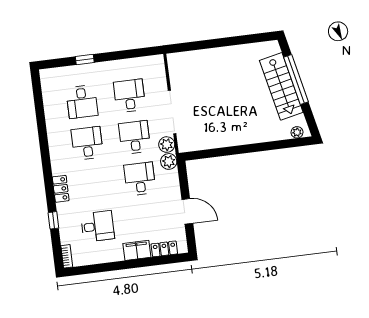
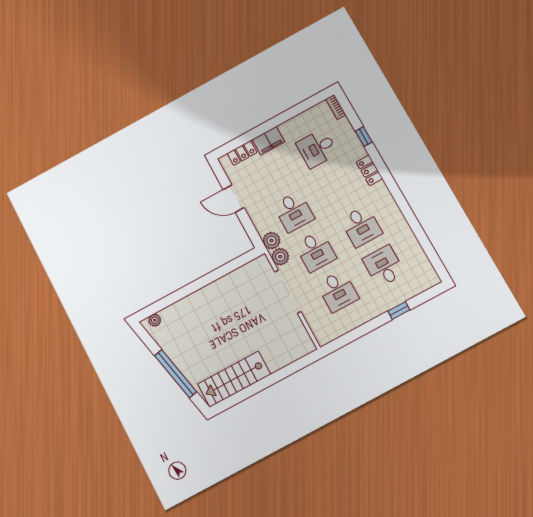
stairs: (281, 86) -> (234, 379), moved, turned -78

